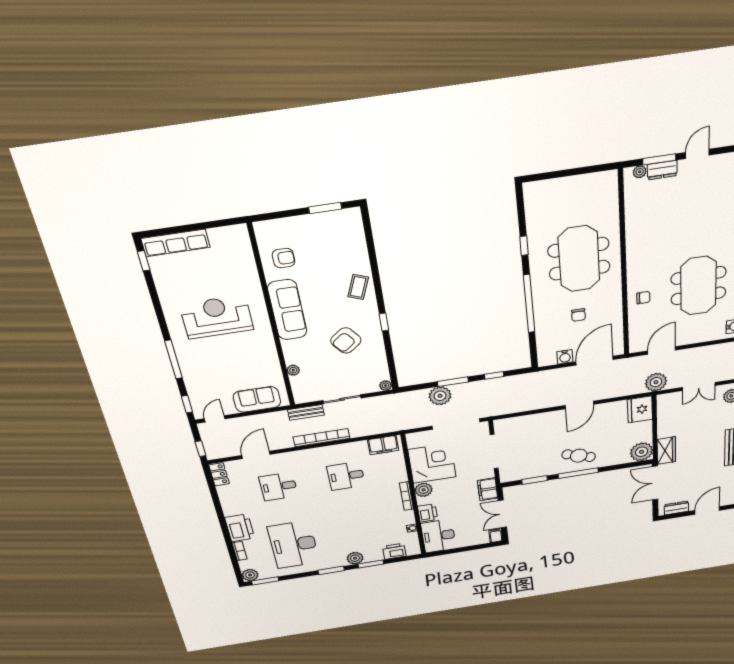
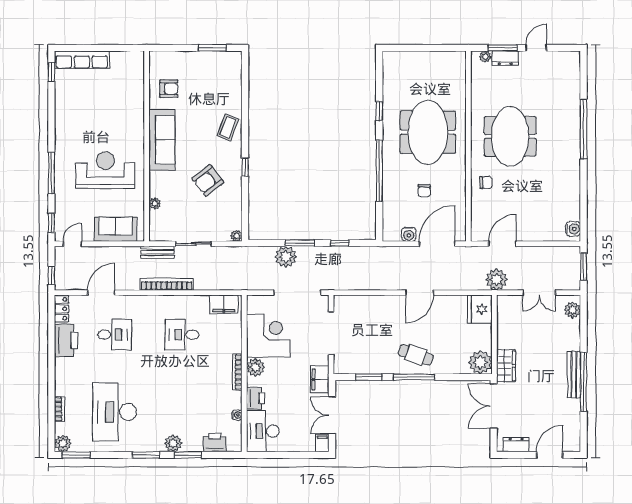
meeting table: (698, 286) -> (510, 136), moved
reception desk: (217, 317) -> (105, 170), moved
desk: (278, 486) -> (115, 335), turned 180
printer: (240, 528) -> (66, 340), moved

